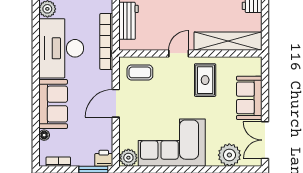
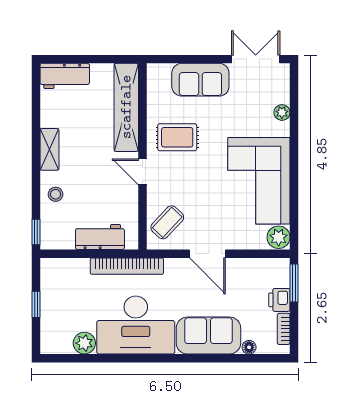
coffee table: (140, 72) -> (167, 222), turned 43
double door: (265, 140) -> (256, 59), swing flipped
plant: (229, 155) -> (282, 112), width x0.53, depth x0.53
printer: (104, 158) -> (279, 300), moved

